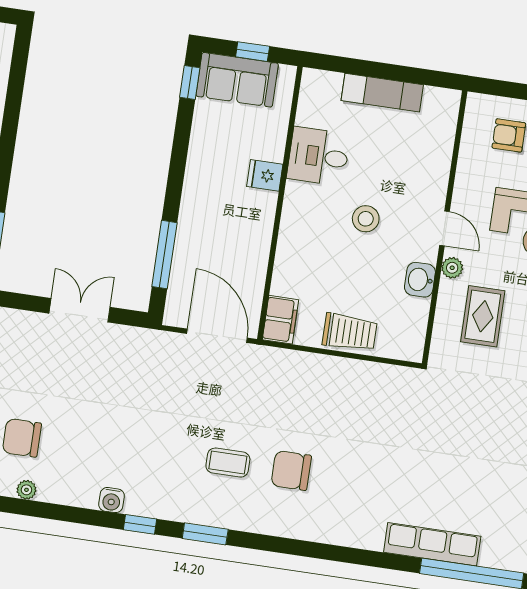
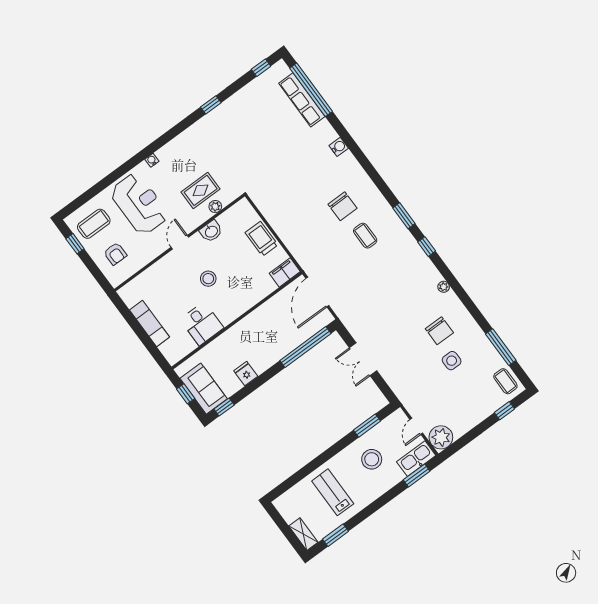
fridge: (265, 175) -> (246, 374), moved, turned 180
window: (164, 255) -> (305, 347), width x1.46
plant: (452, 268) -> (215, 207), moved
plant: (26, 490) -> (444, 287), moved
water cooler: (112, 500) -> (339, 147), moved
row of seats: (432, 544) -> (302, 100), moved

